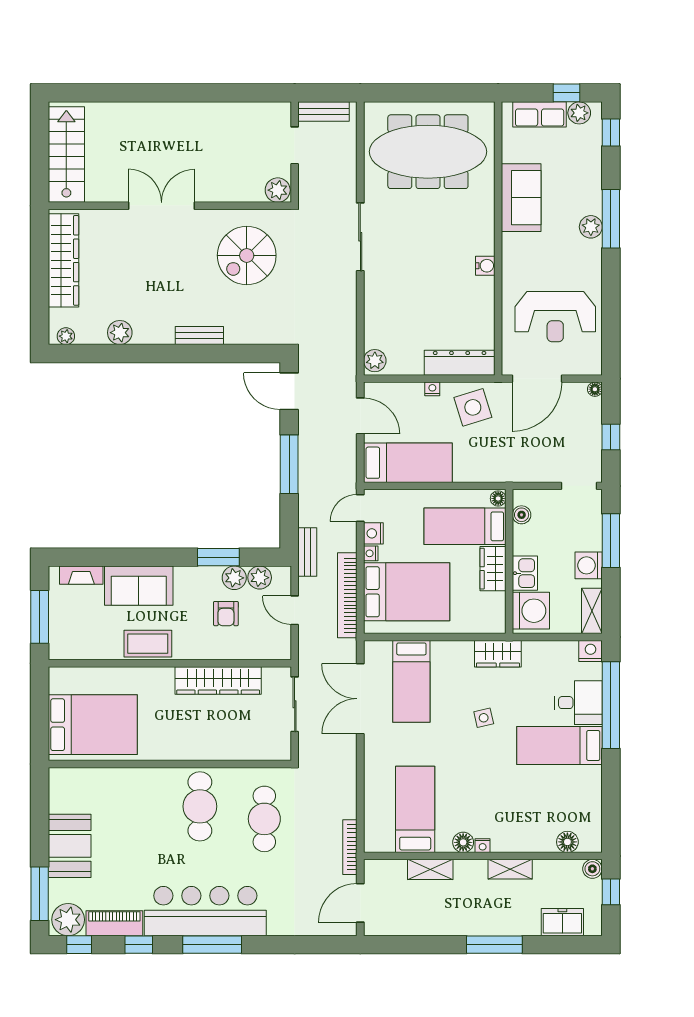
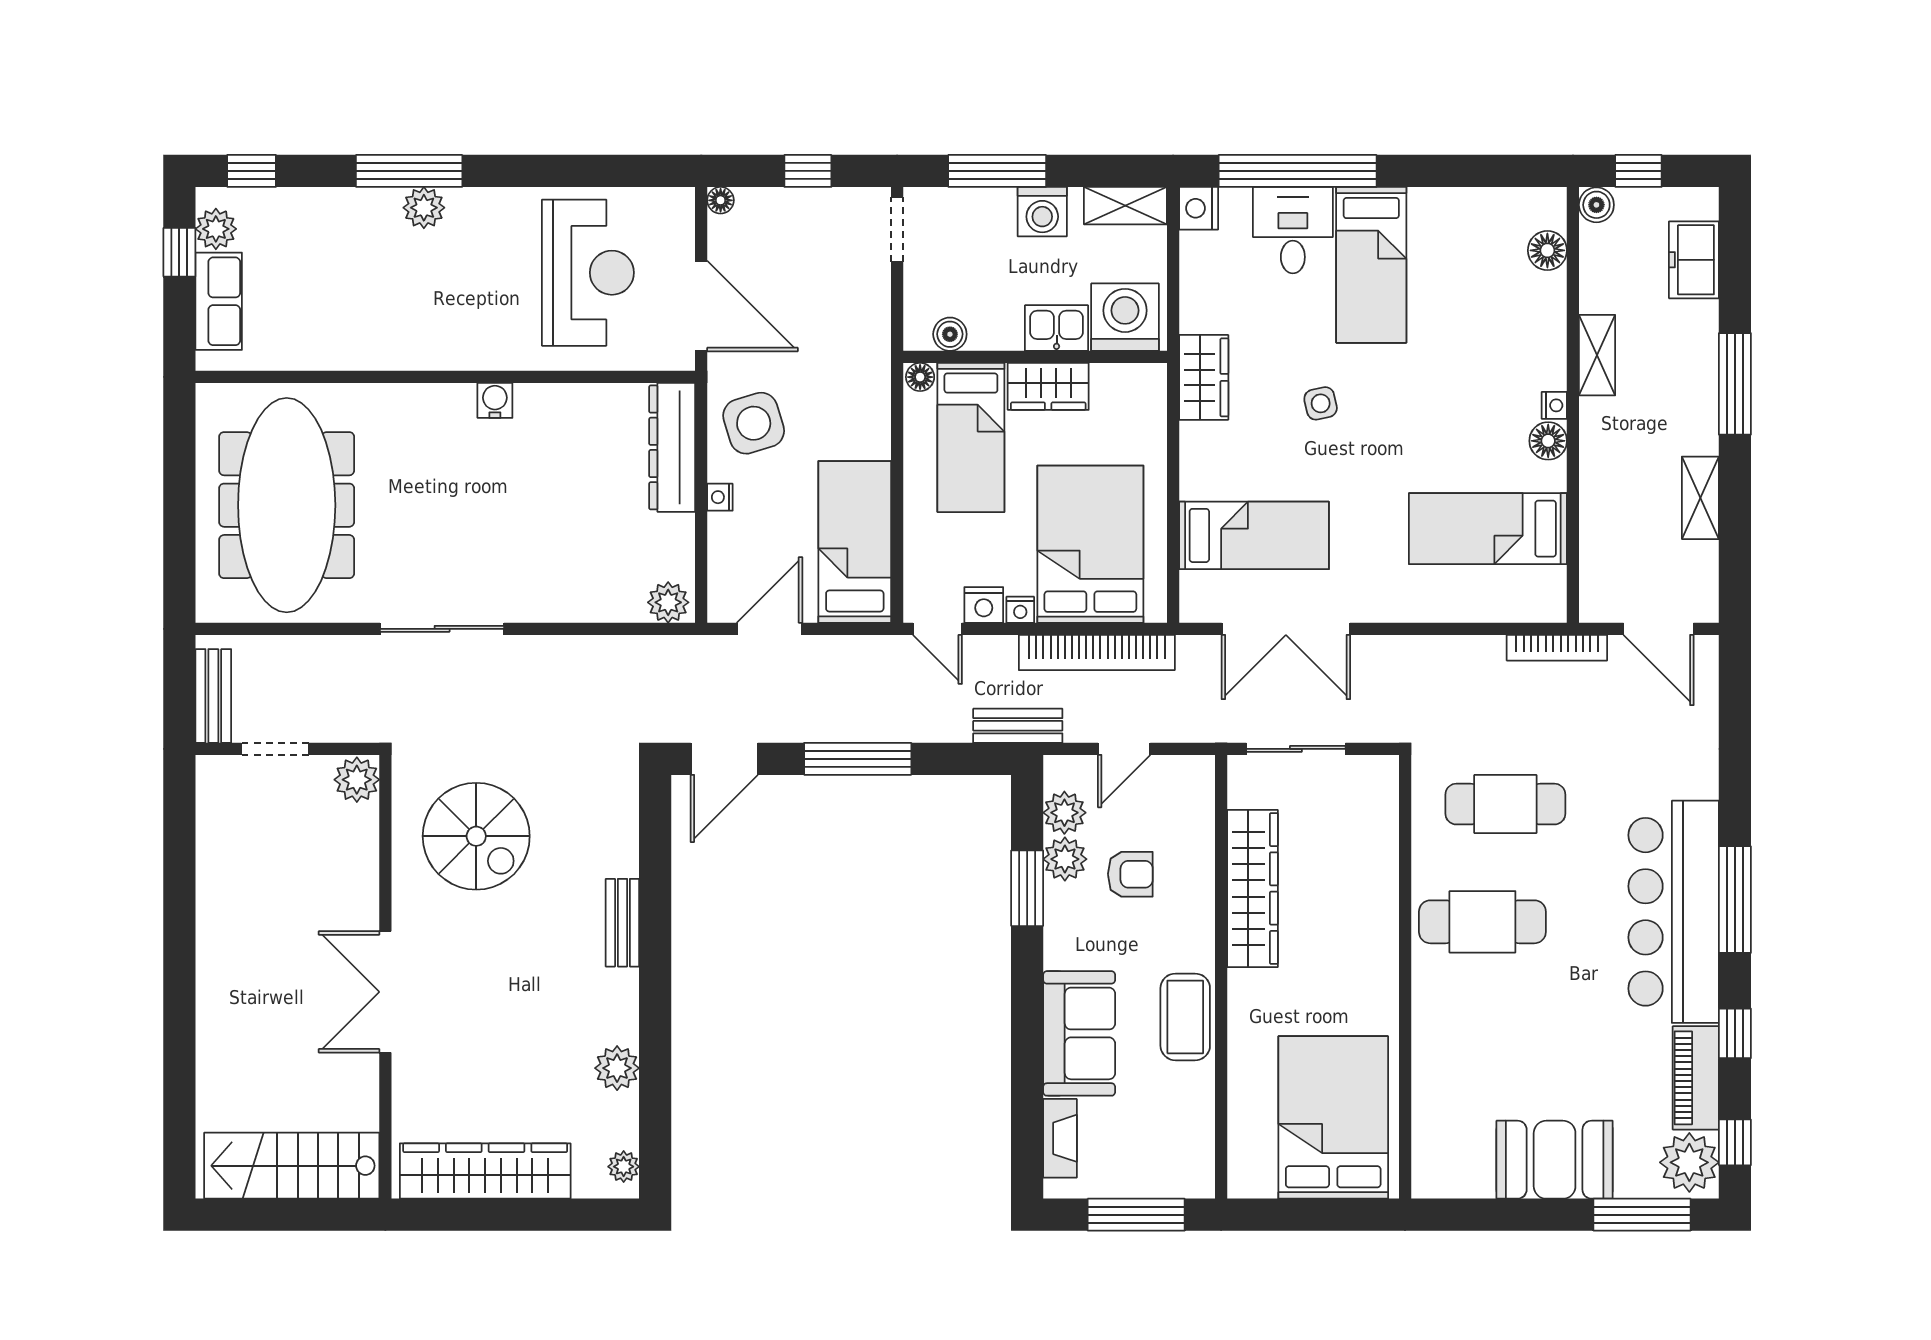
sofa: (521, 198) -> (370, 335), removed
shelving: (430, 869) -> (1700, 498), moved

